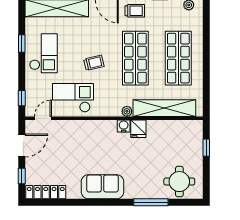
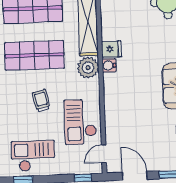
plant: (127, 111) -> (88, 68), width x1.88, depth x1.88
door: (43, 118) -> (104, 154), hinge flipped

